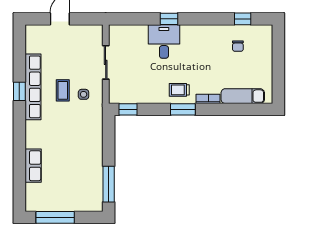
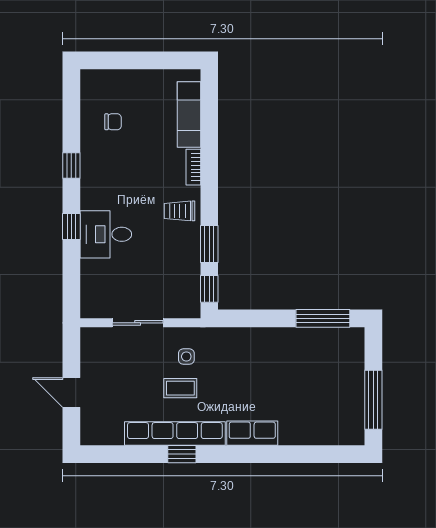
window: (243, 19) -> (71, 166), moved
trolley: (179, 90) -> (180, 211), turned 90
window: (183, 109) -> (209, 244), moved
row of seats: (33, 166) -> (252, 433), moved

